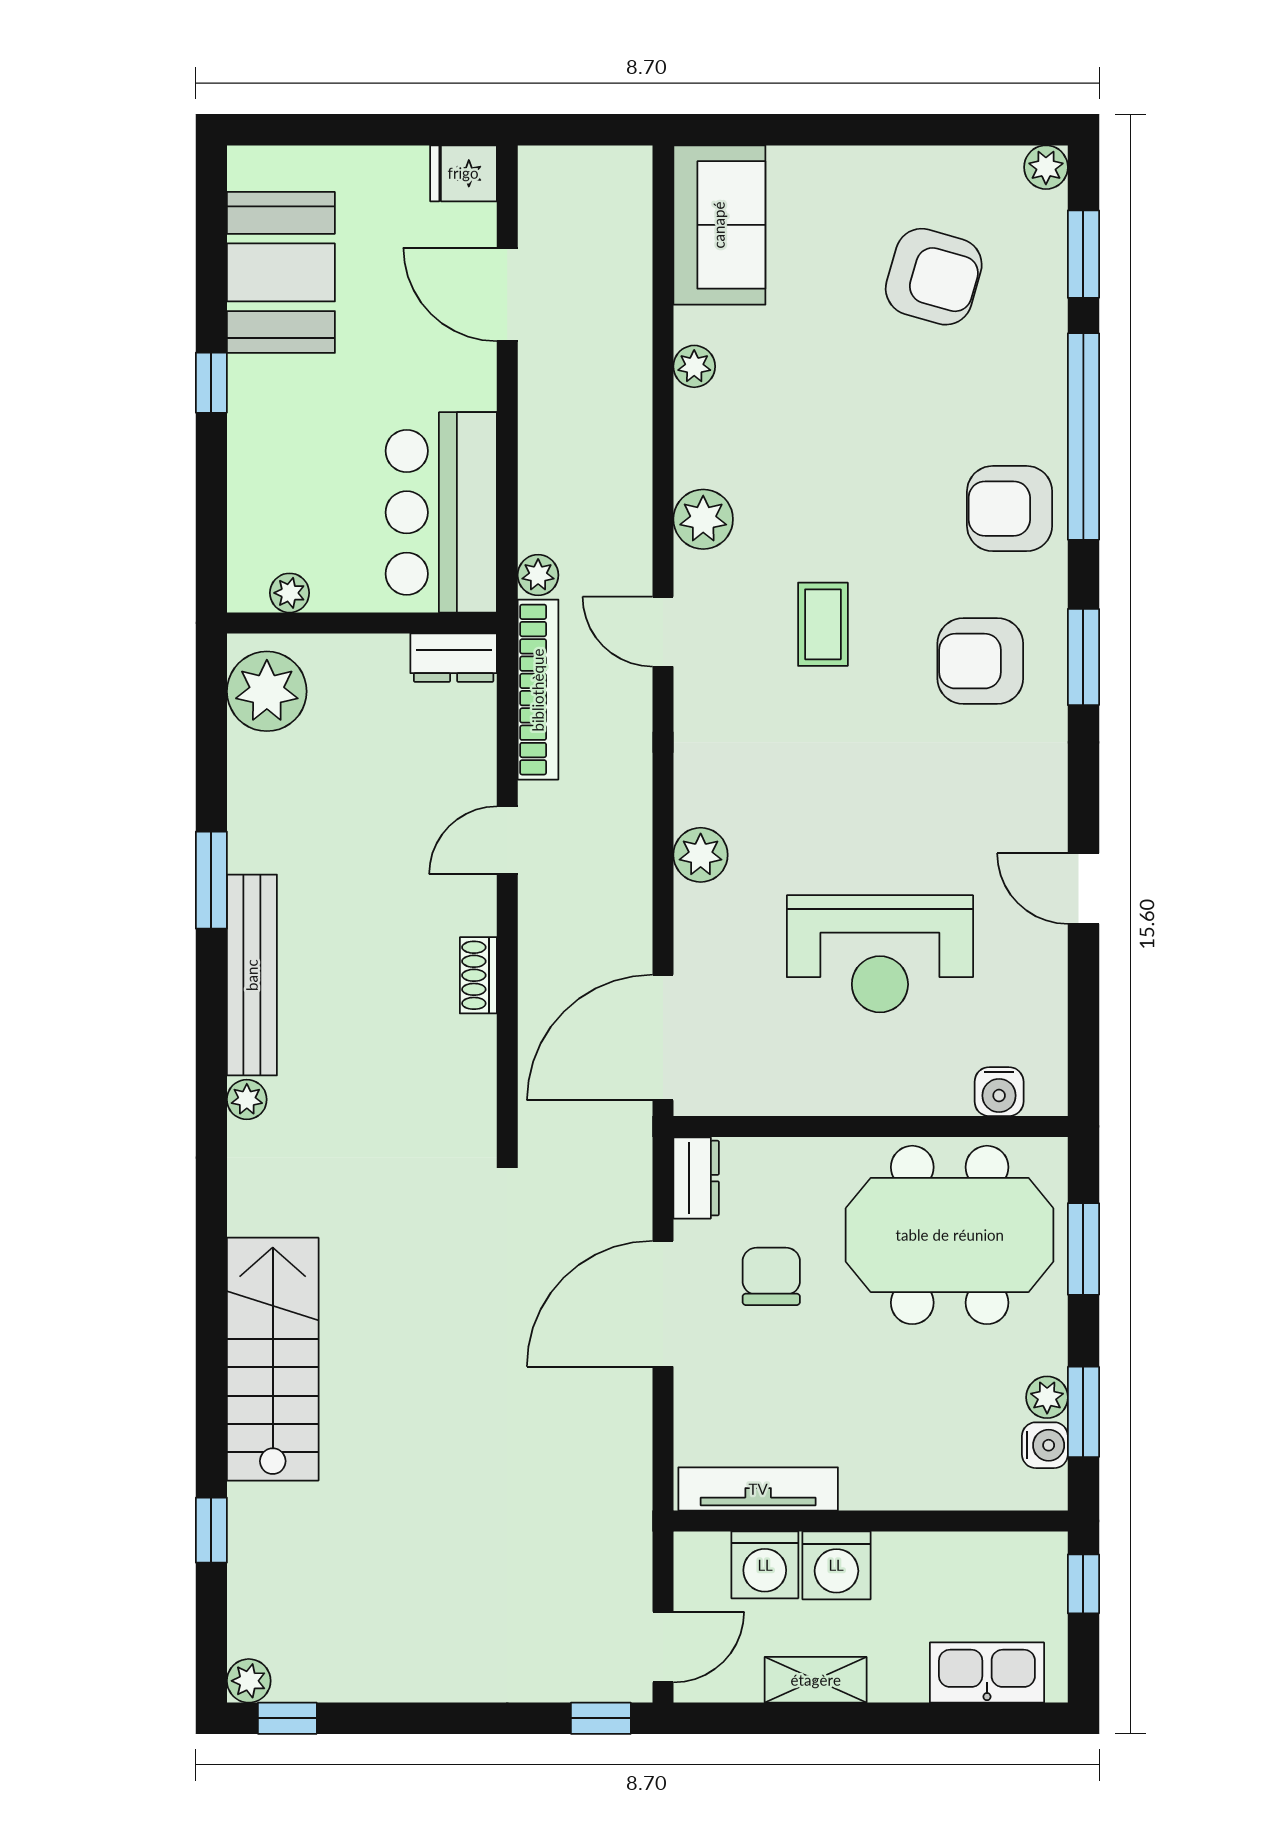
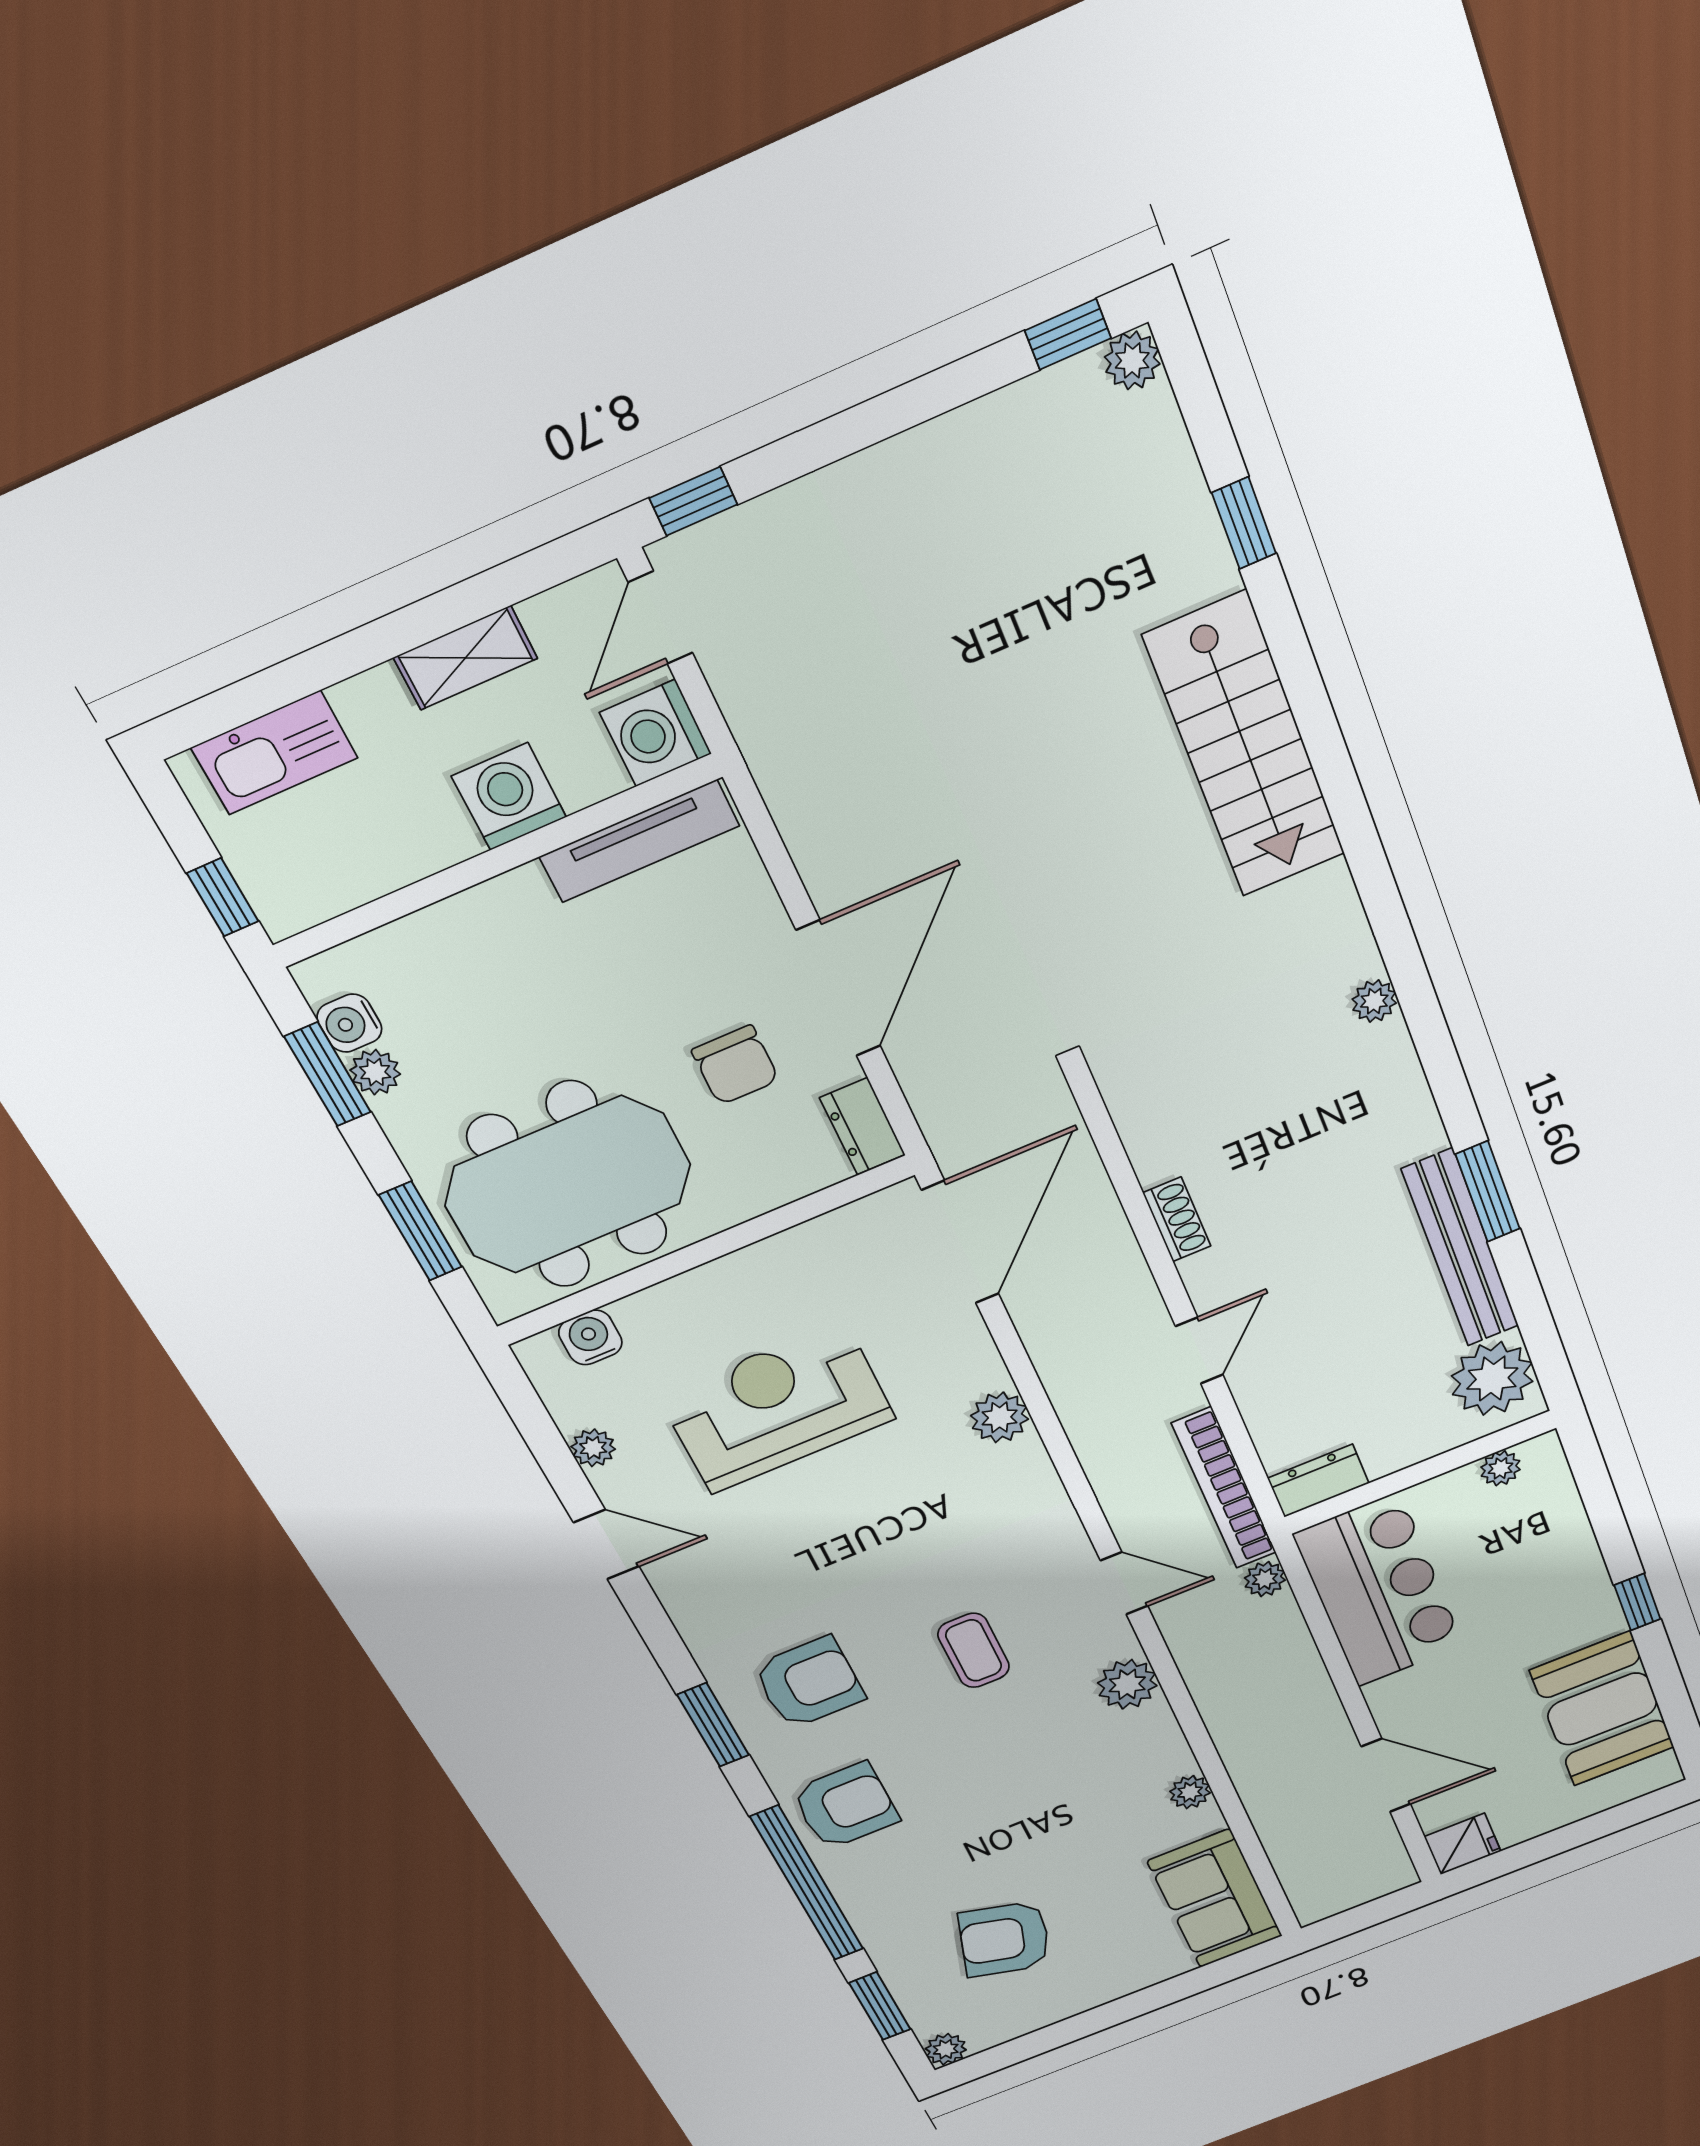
bench: (252, 975) -> (1461, 1248), moved
plant: (1048, 988) -> (593, 1448), added
washing machine: (765, 1565) -> (656, 733), moved, turned -90

